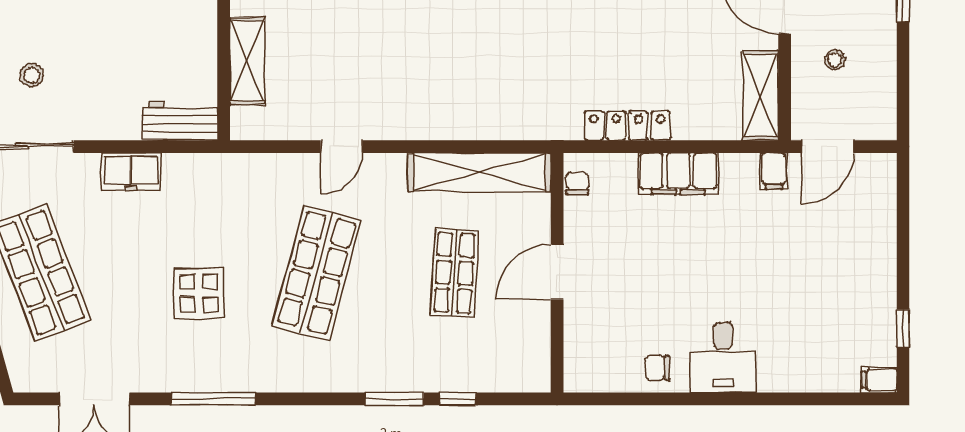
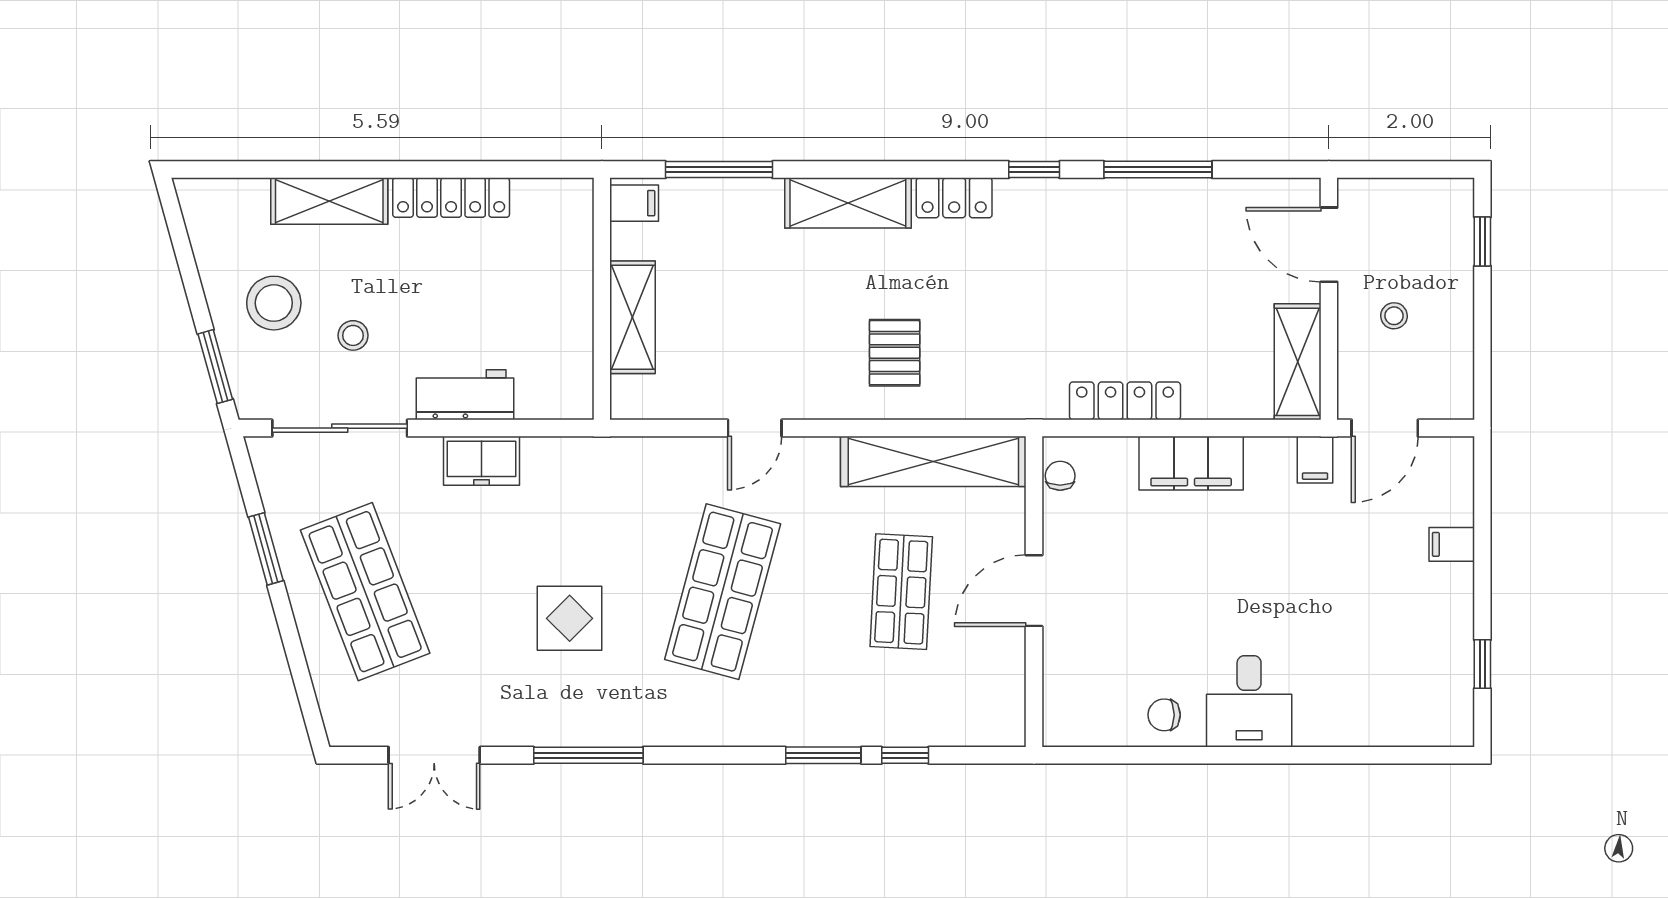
pallet: (449, 88) -> (895, 353), added
workbench: (180, 121) -> (465, 395), moved
filing cabinet: (879, 380) -> (1452, 544), moved

